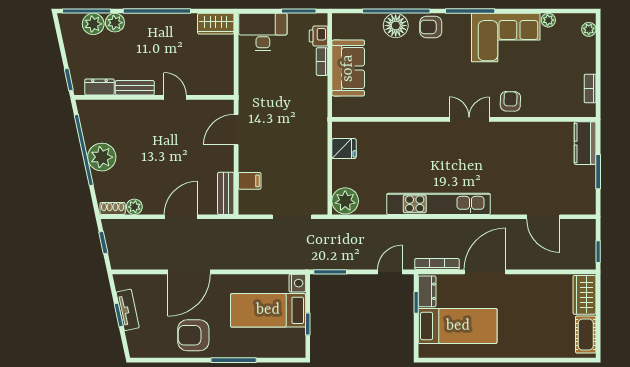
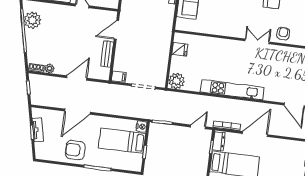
plant: (102, 157) -> (32, 20), moved
filing cabinet: (250, 181) -> (119, 77), moved
bench: (226, 193) -> (107, 54), moved

